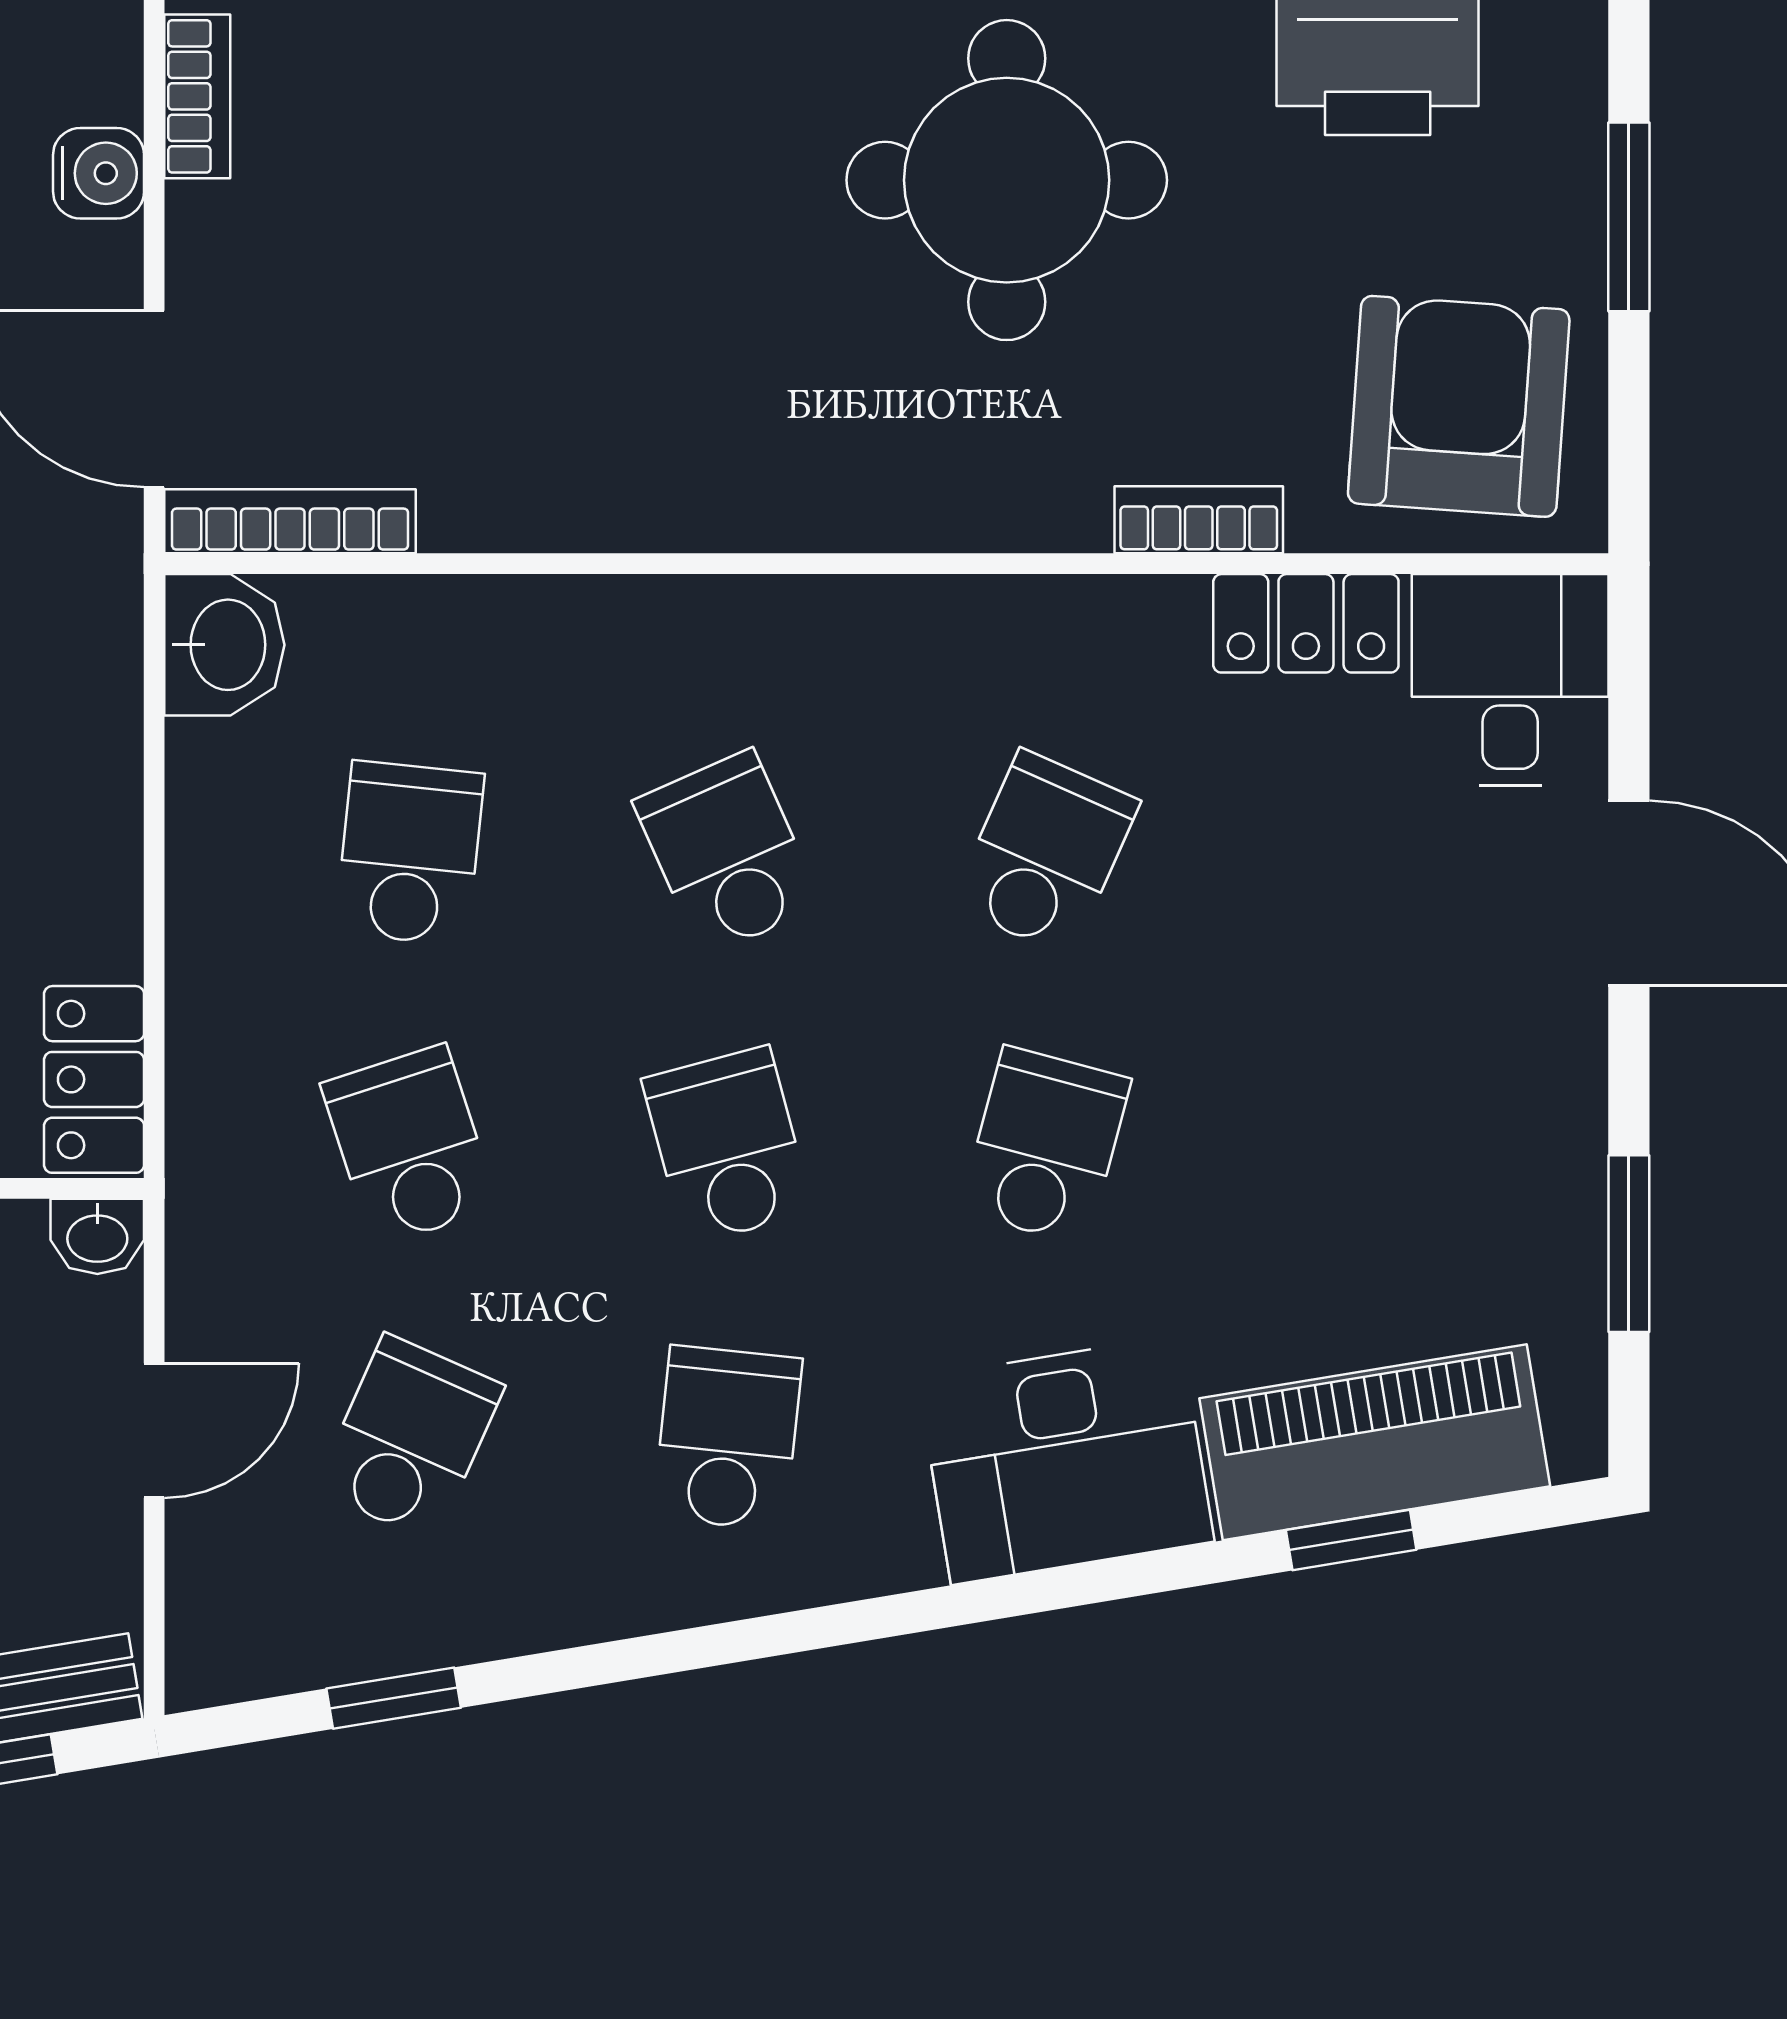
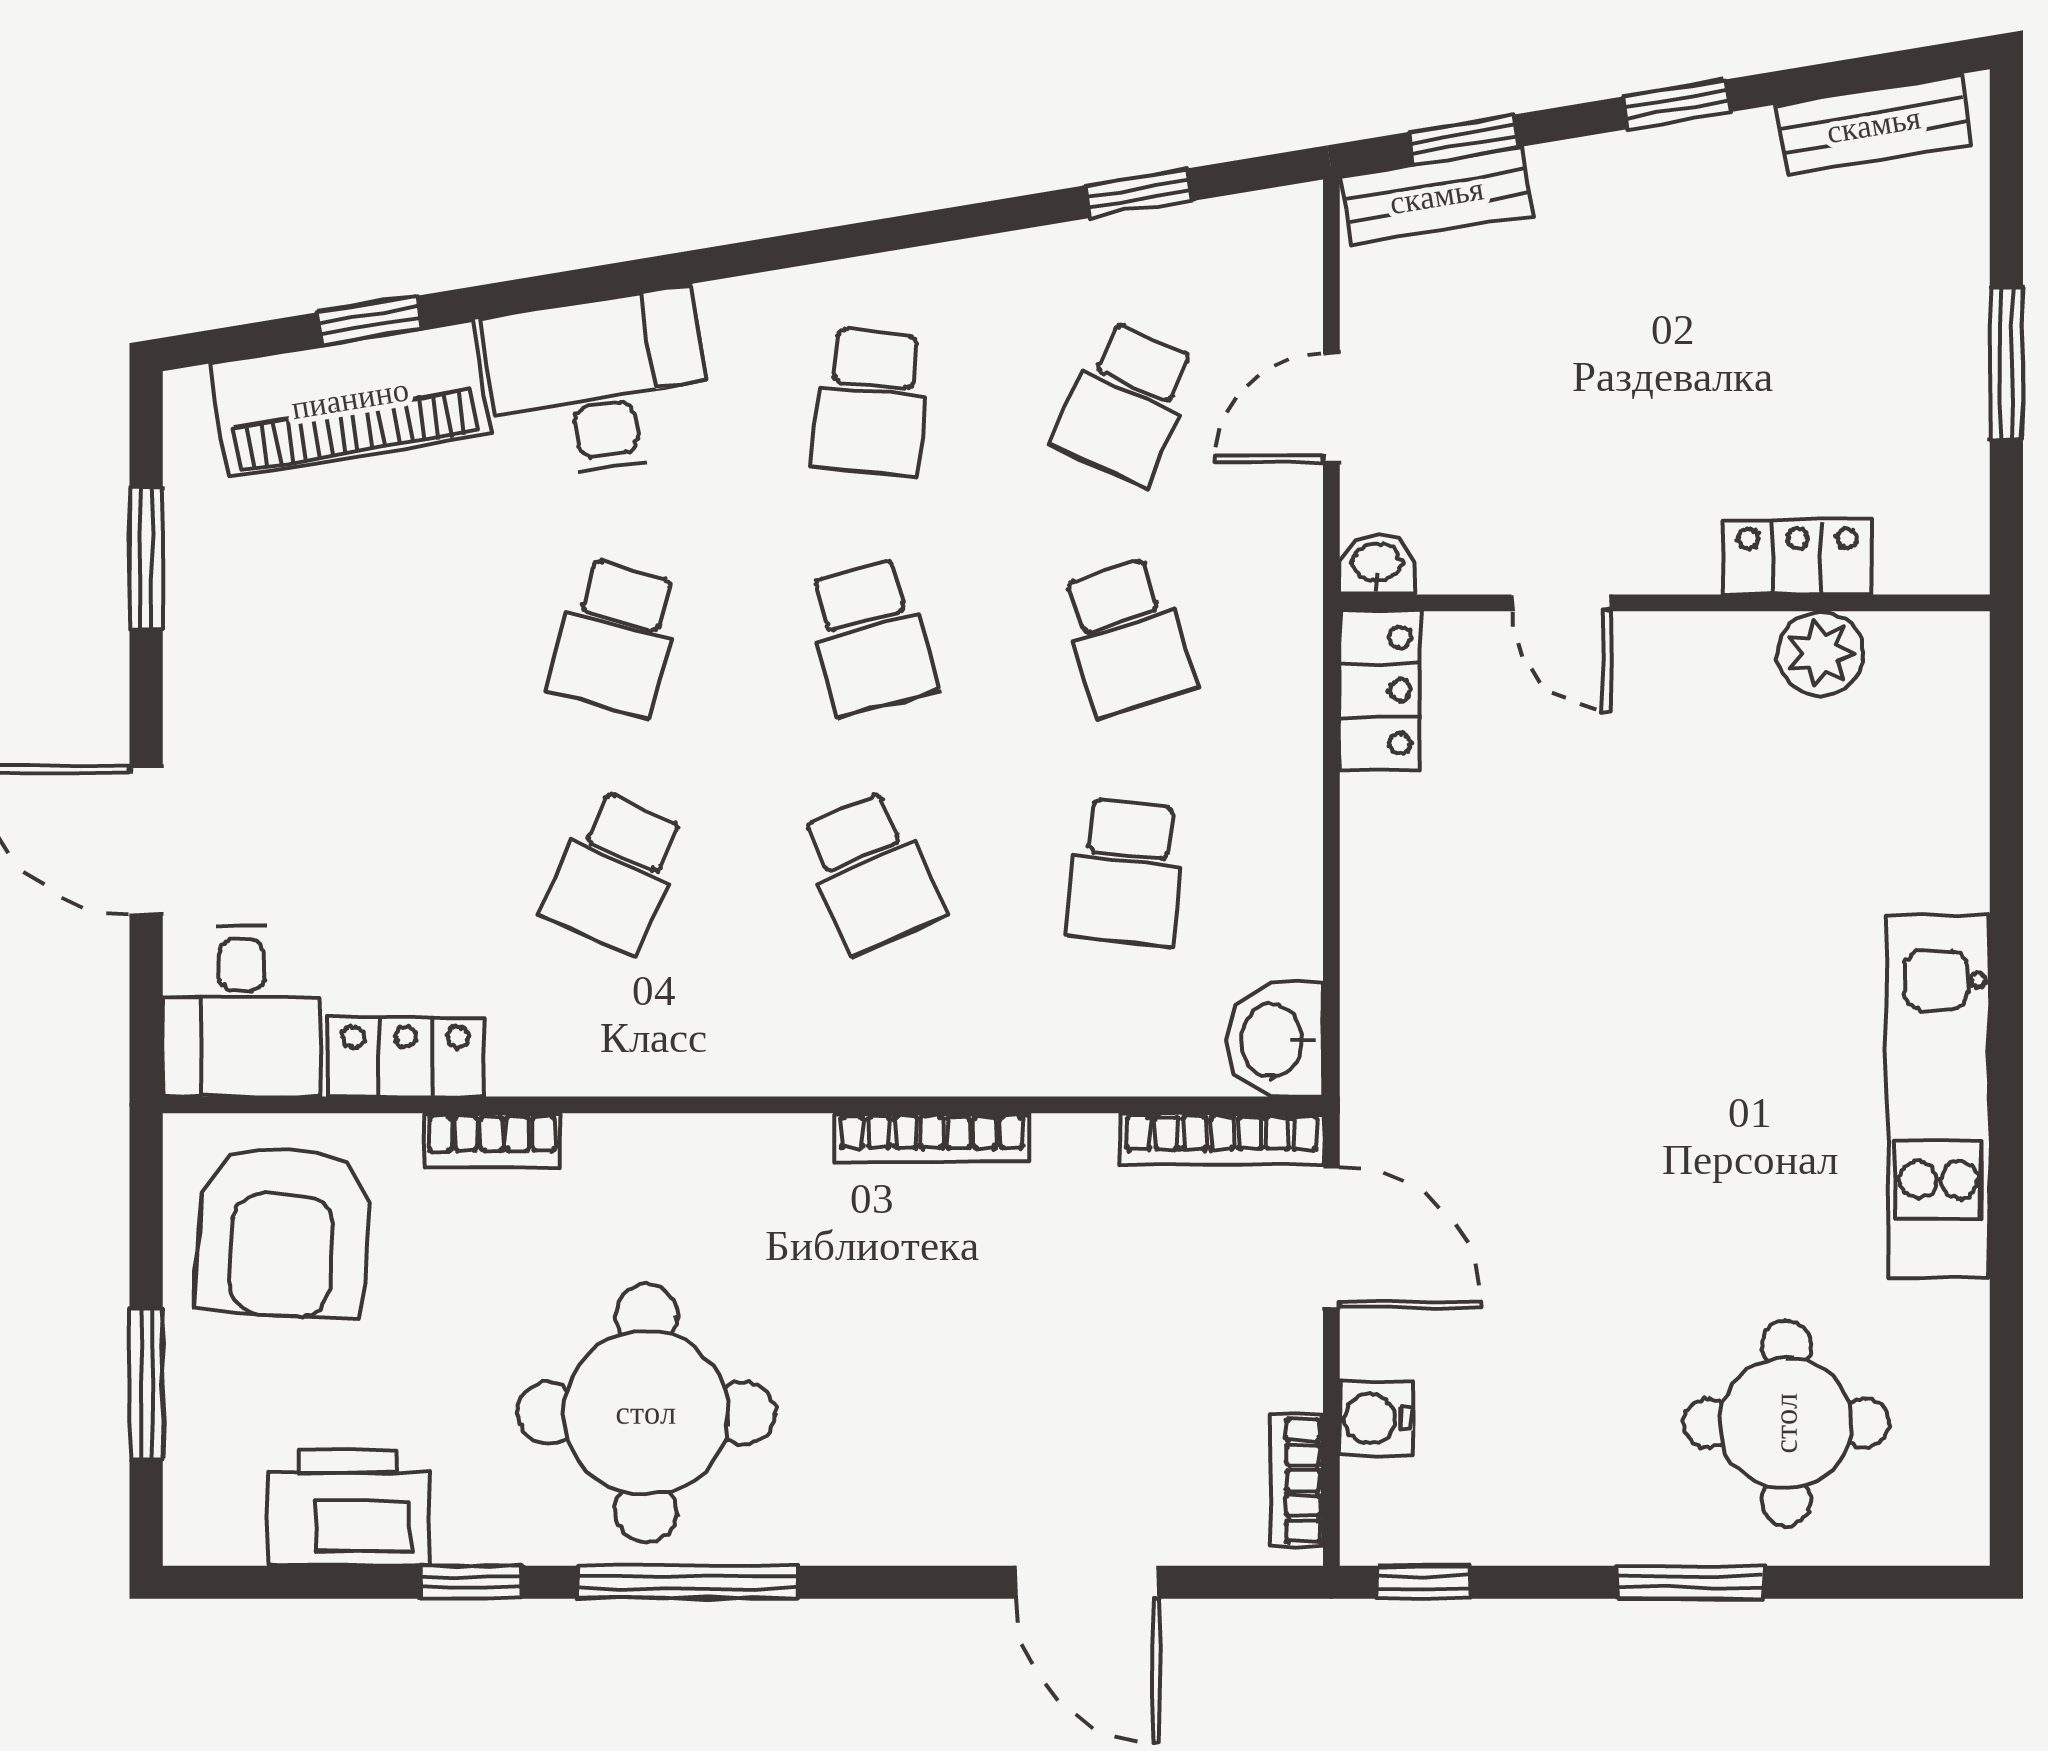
bookcase: (651, 523) -> (932, 1138), added

